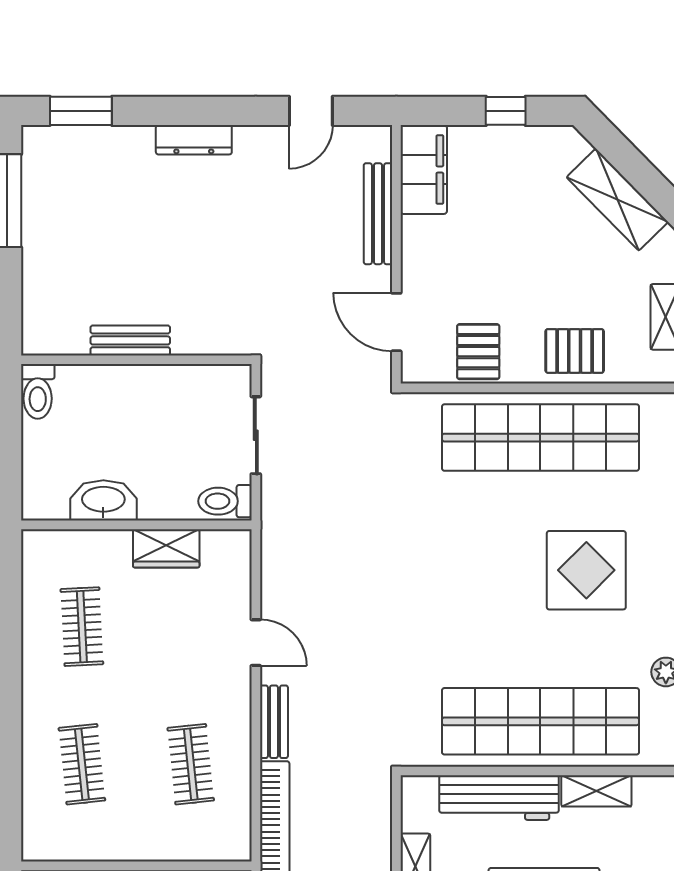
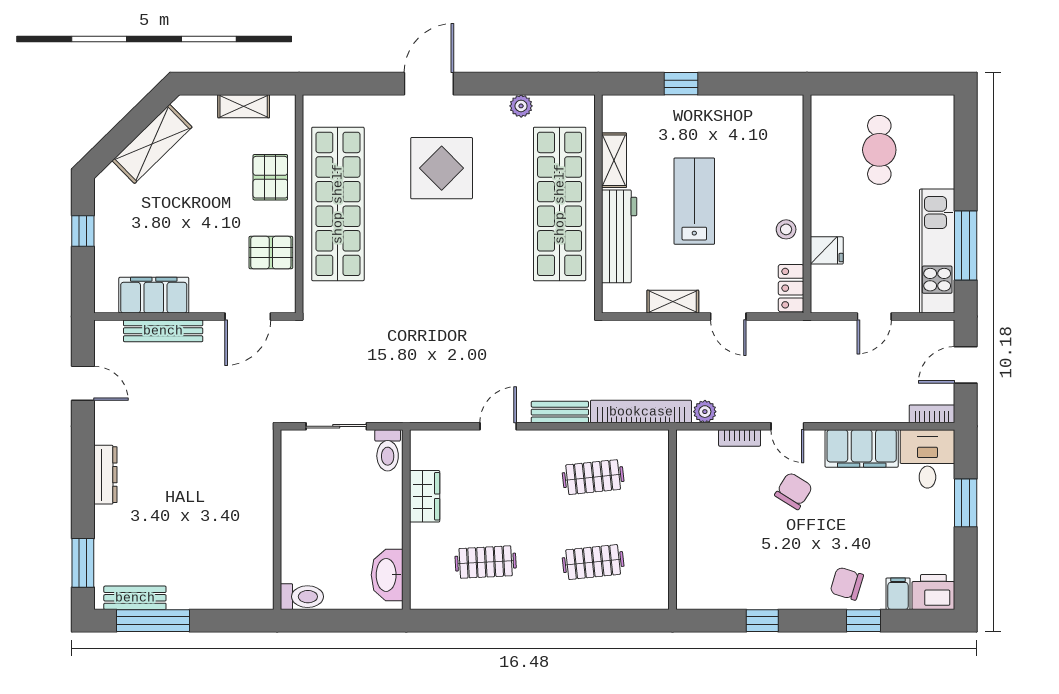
filing cabinet: (424, 170) -> (154, 295), moved
bench: (130, 340) -> (135, 598), moved, turned 90
washbasin: (103, 500) -> (387, 575), moved

